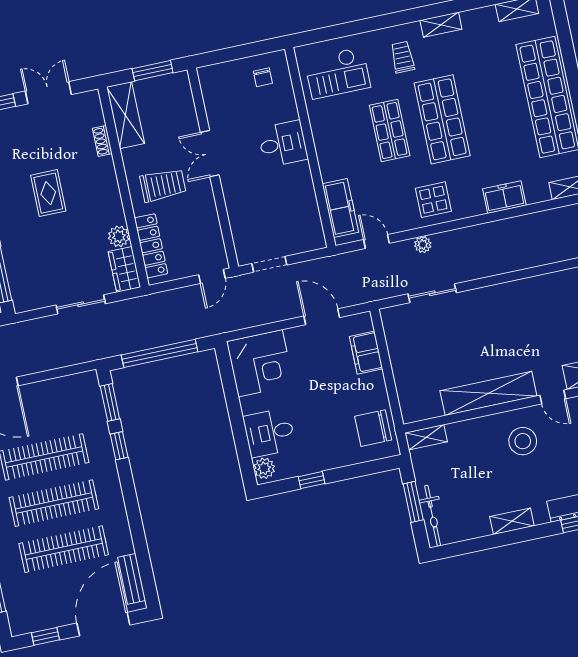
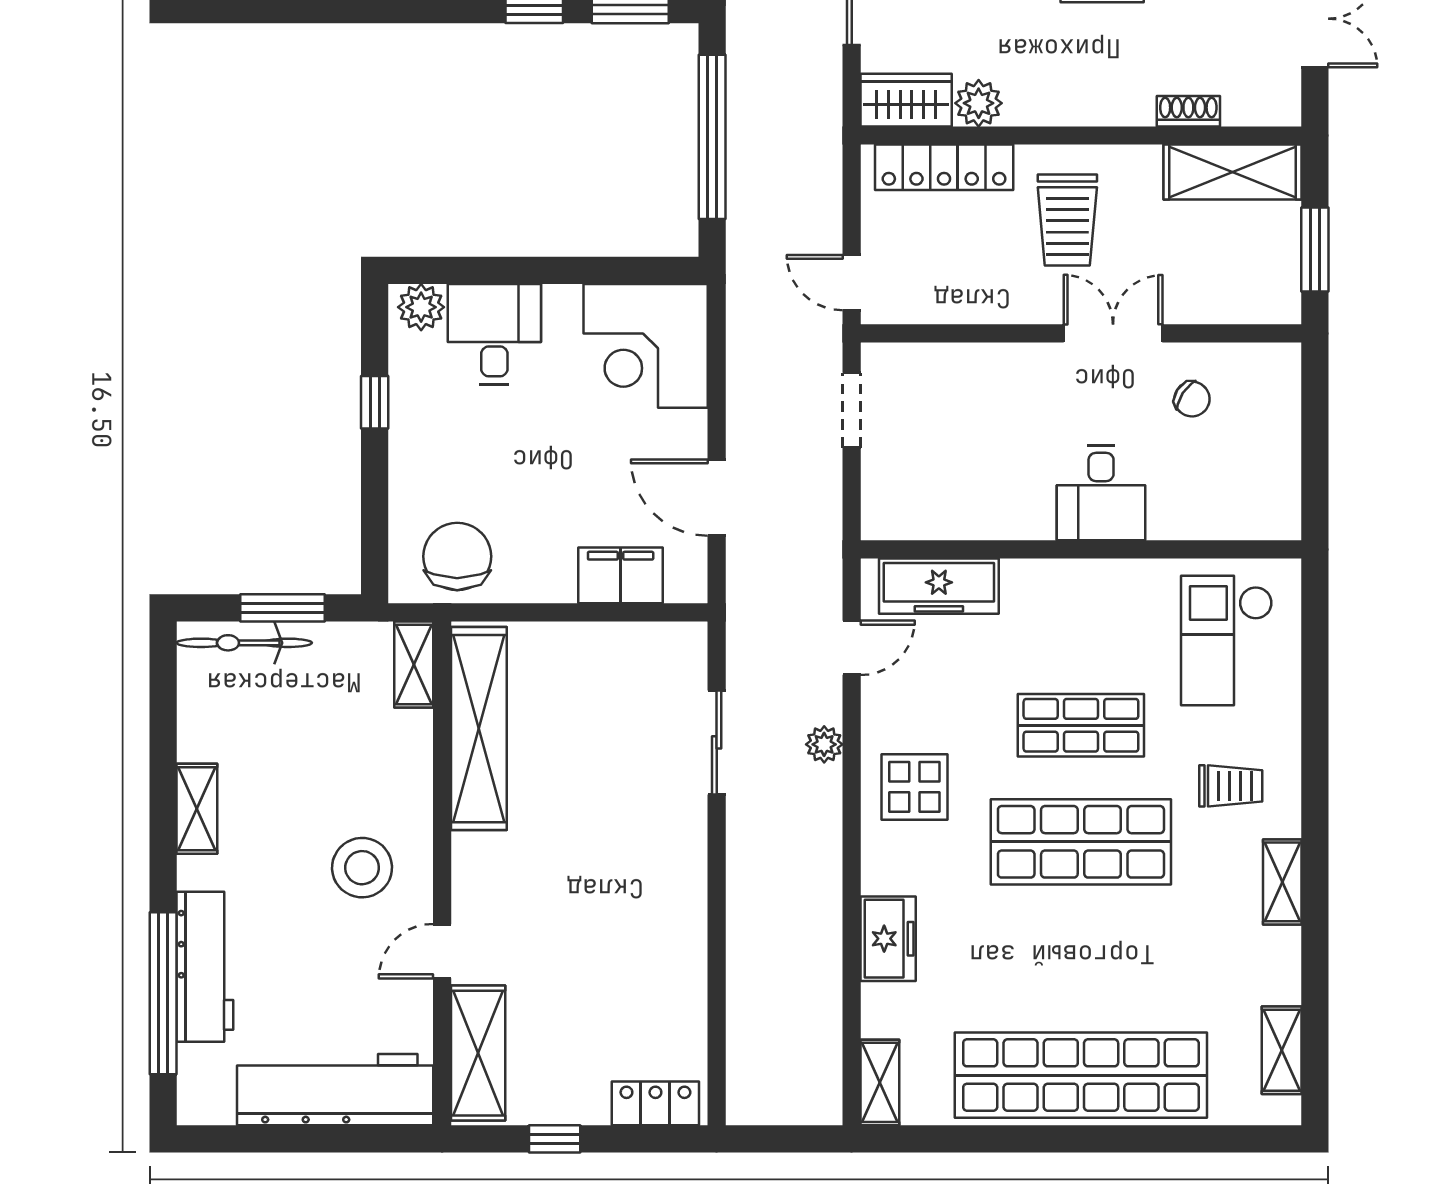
chair: (263, 77) -> (1192, 399), moved, turned -147
door: (322, 317) -> (717, 498), swing flipped
shelving: (488, 393) -> (479, 729), moved

